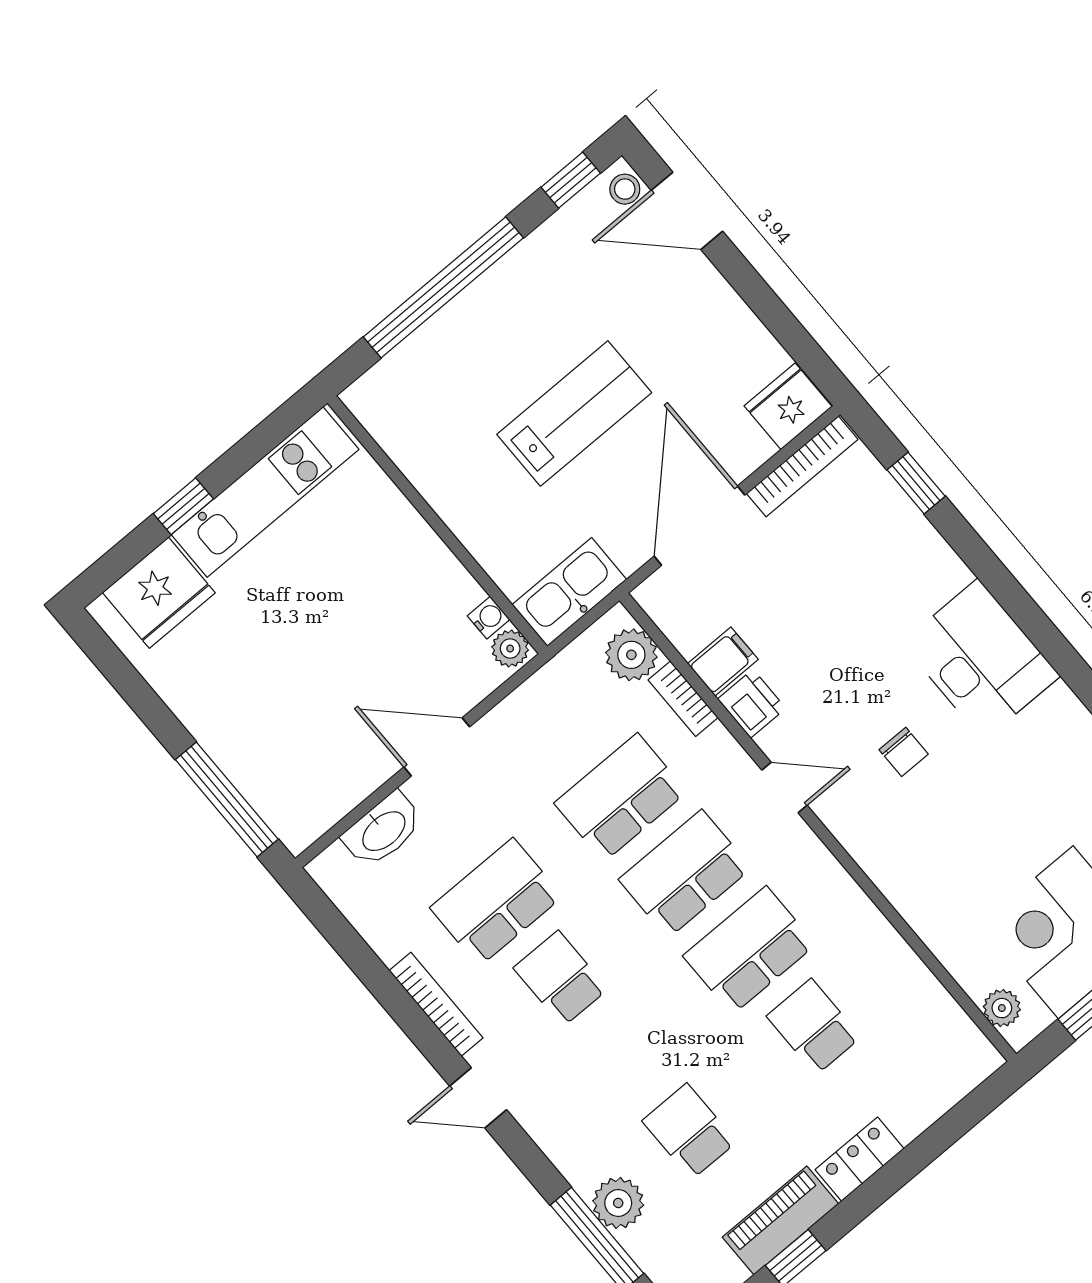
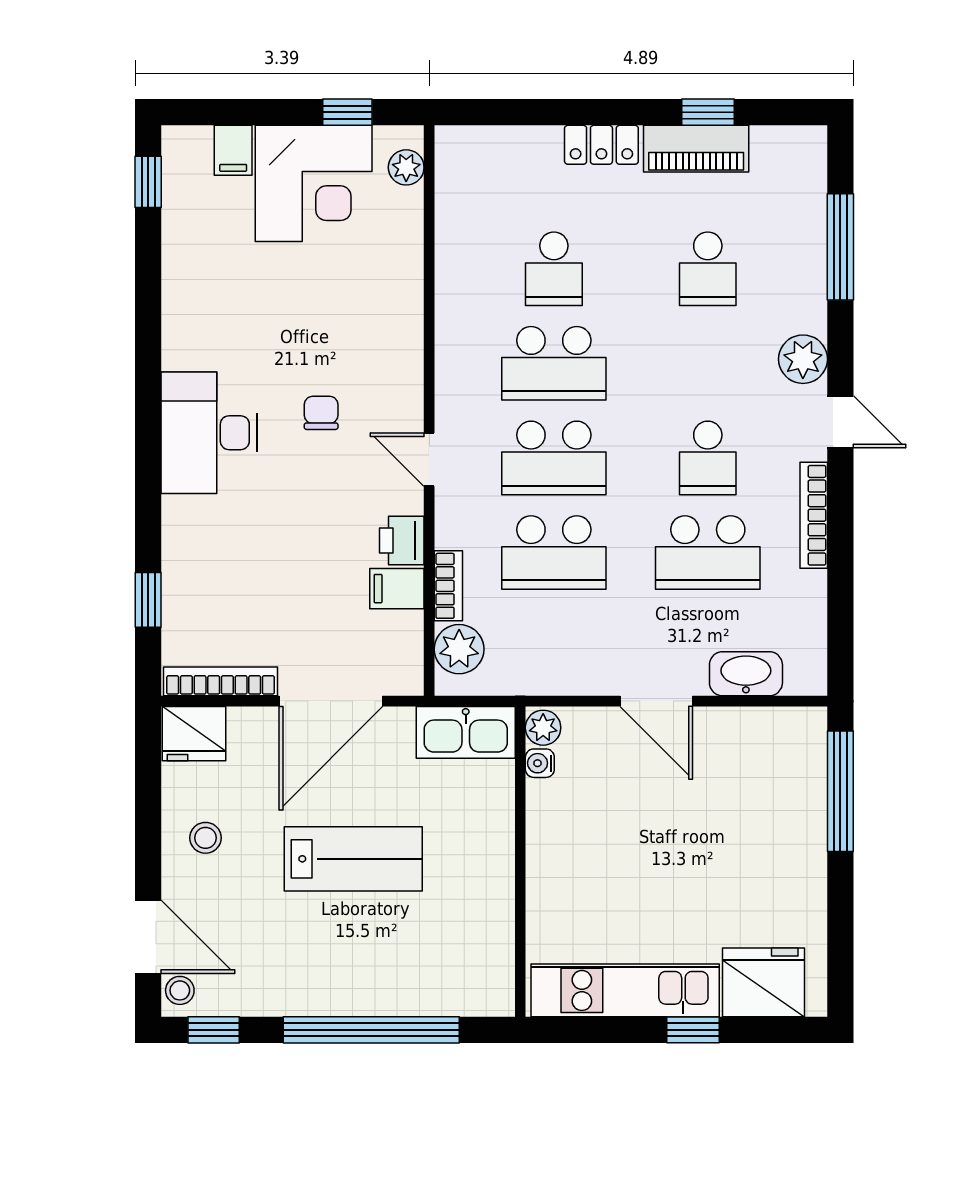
stool: (708, 330) -> (205, 838), added
lab bench: (574, 413) -> (353, 859), turned 180
plant: (618, 1203) -> (803, 359), moved

